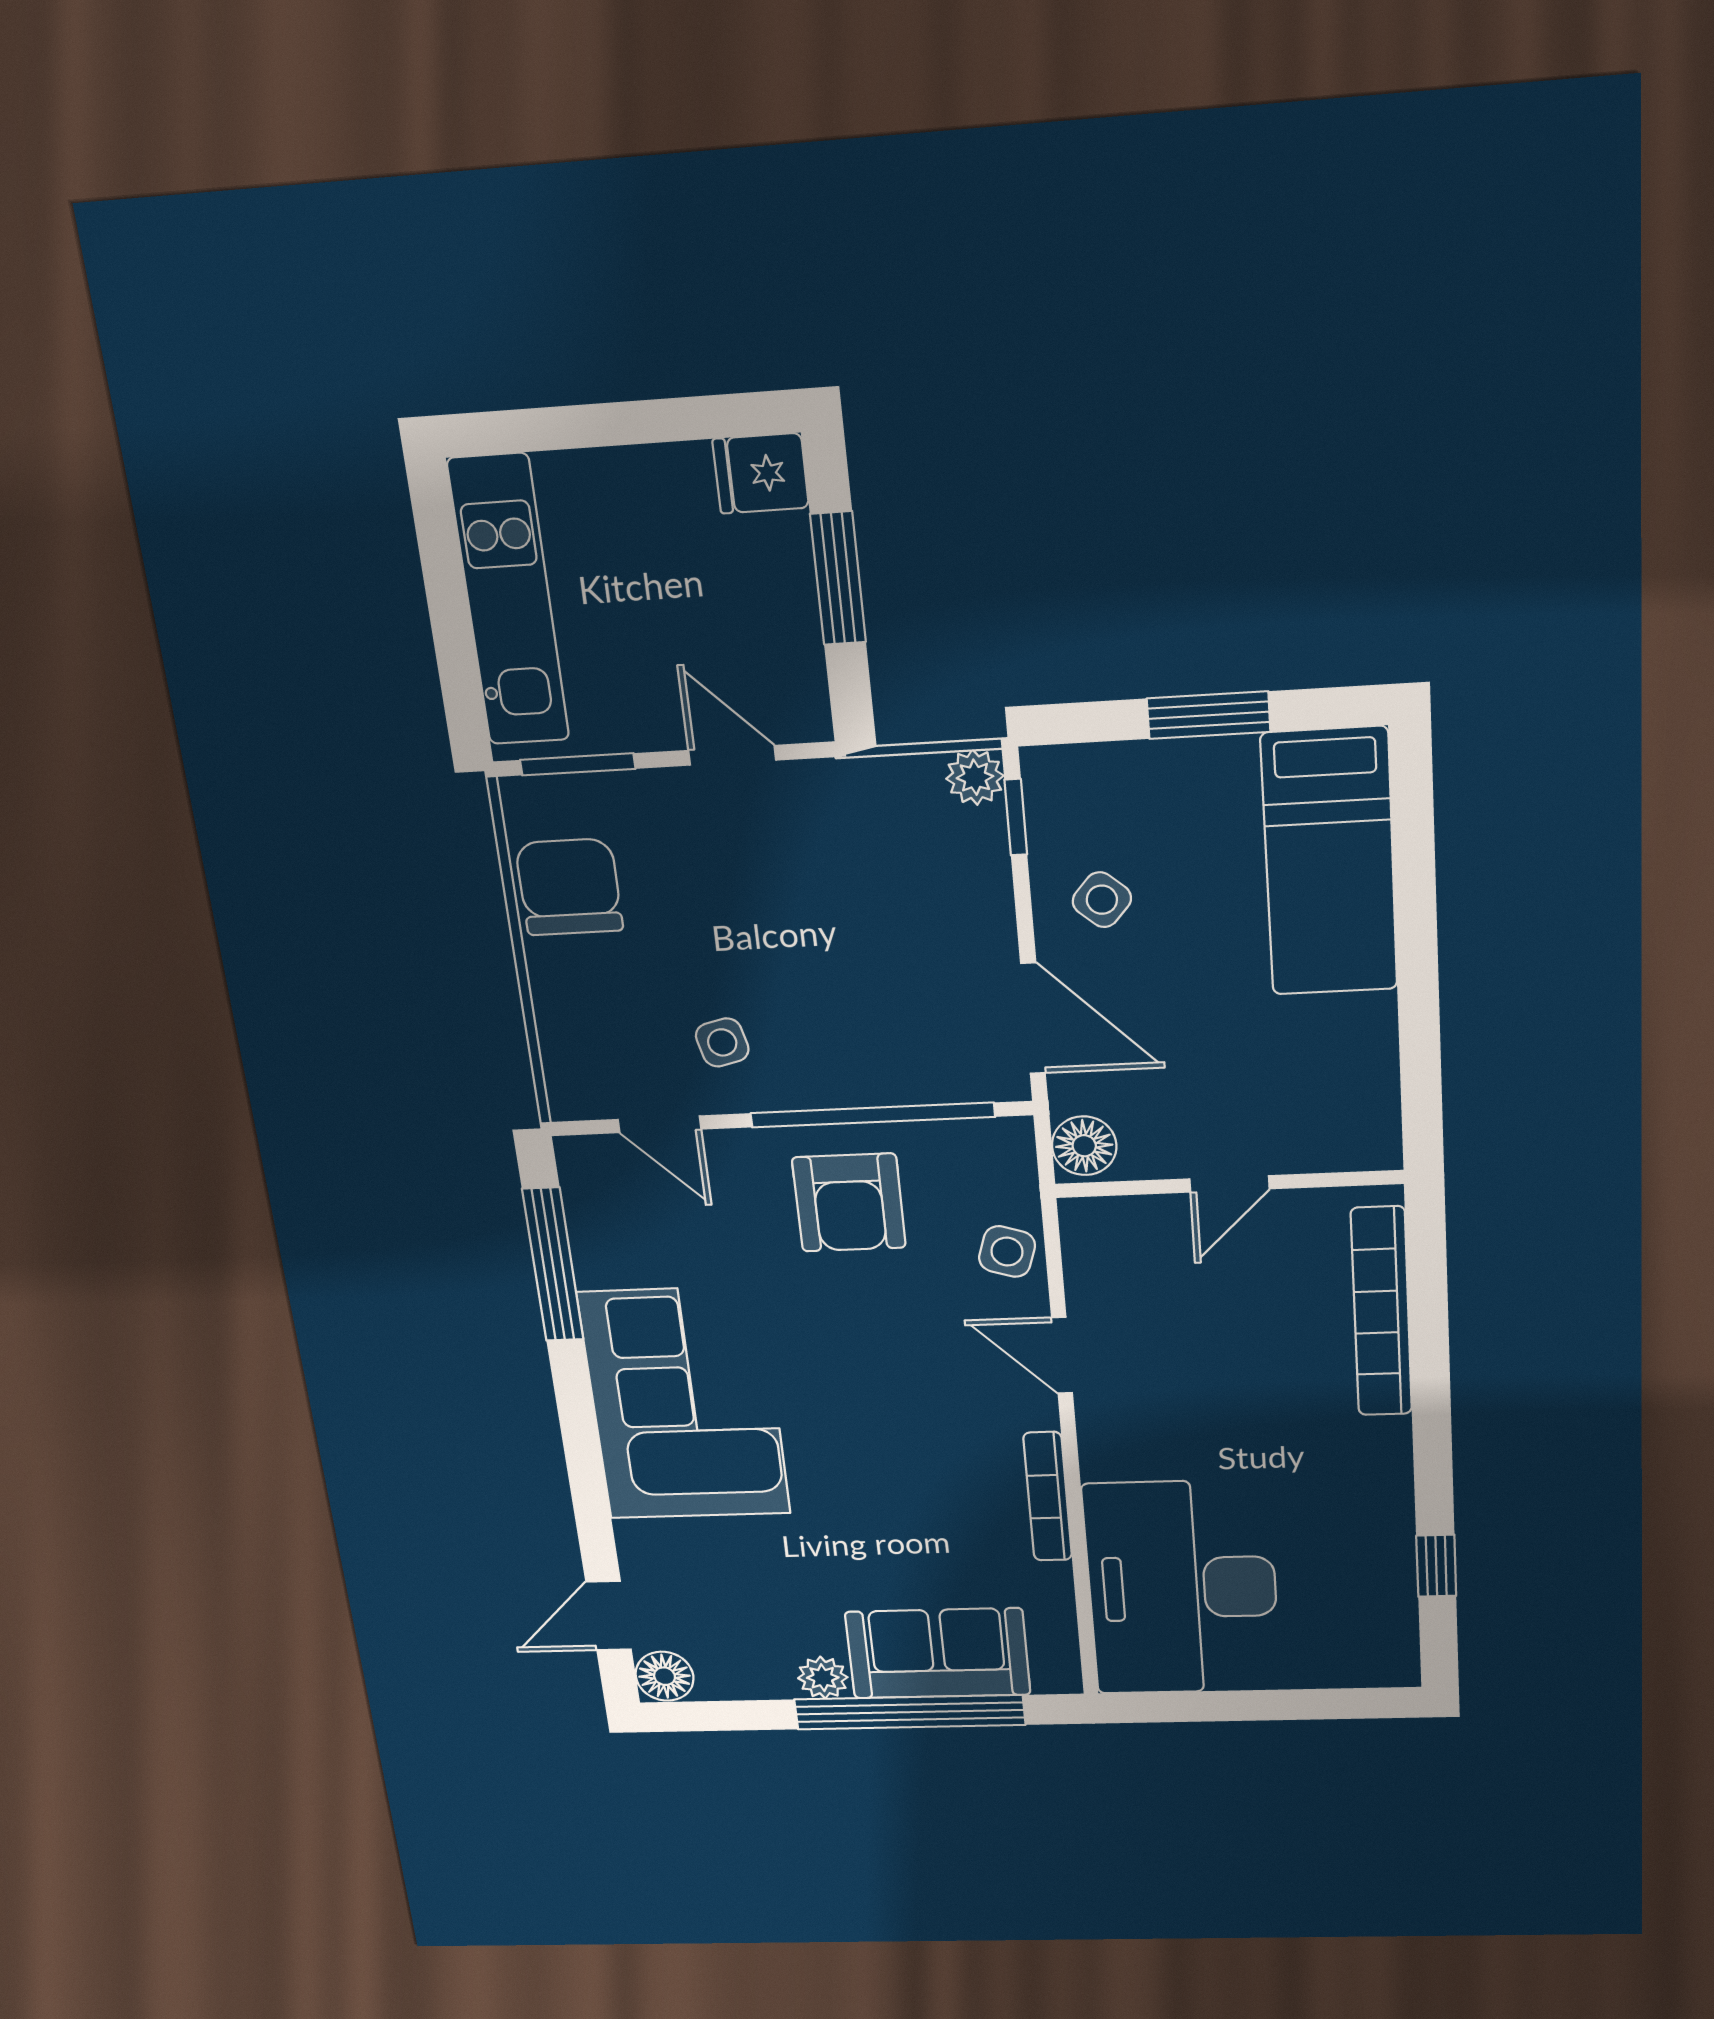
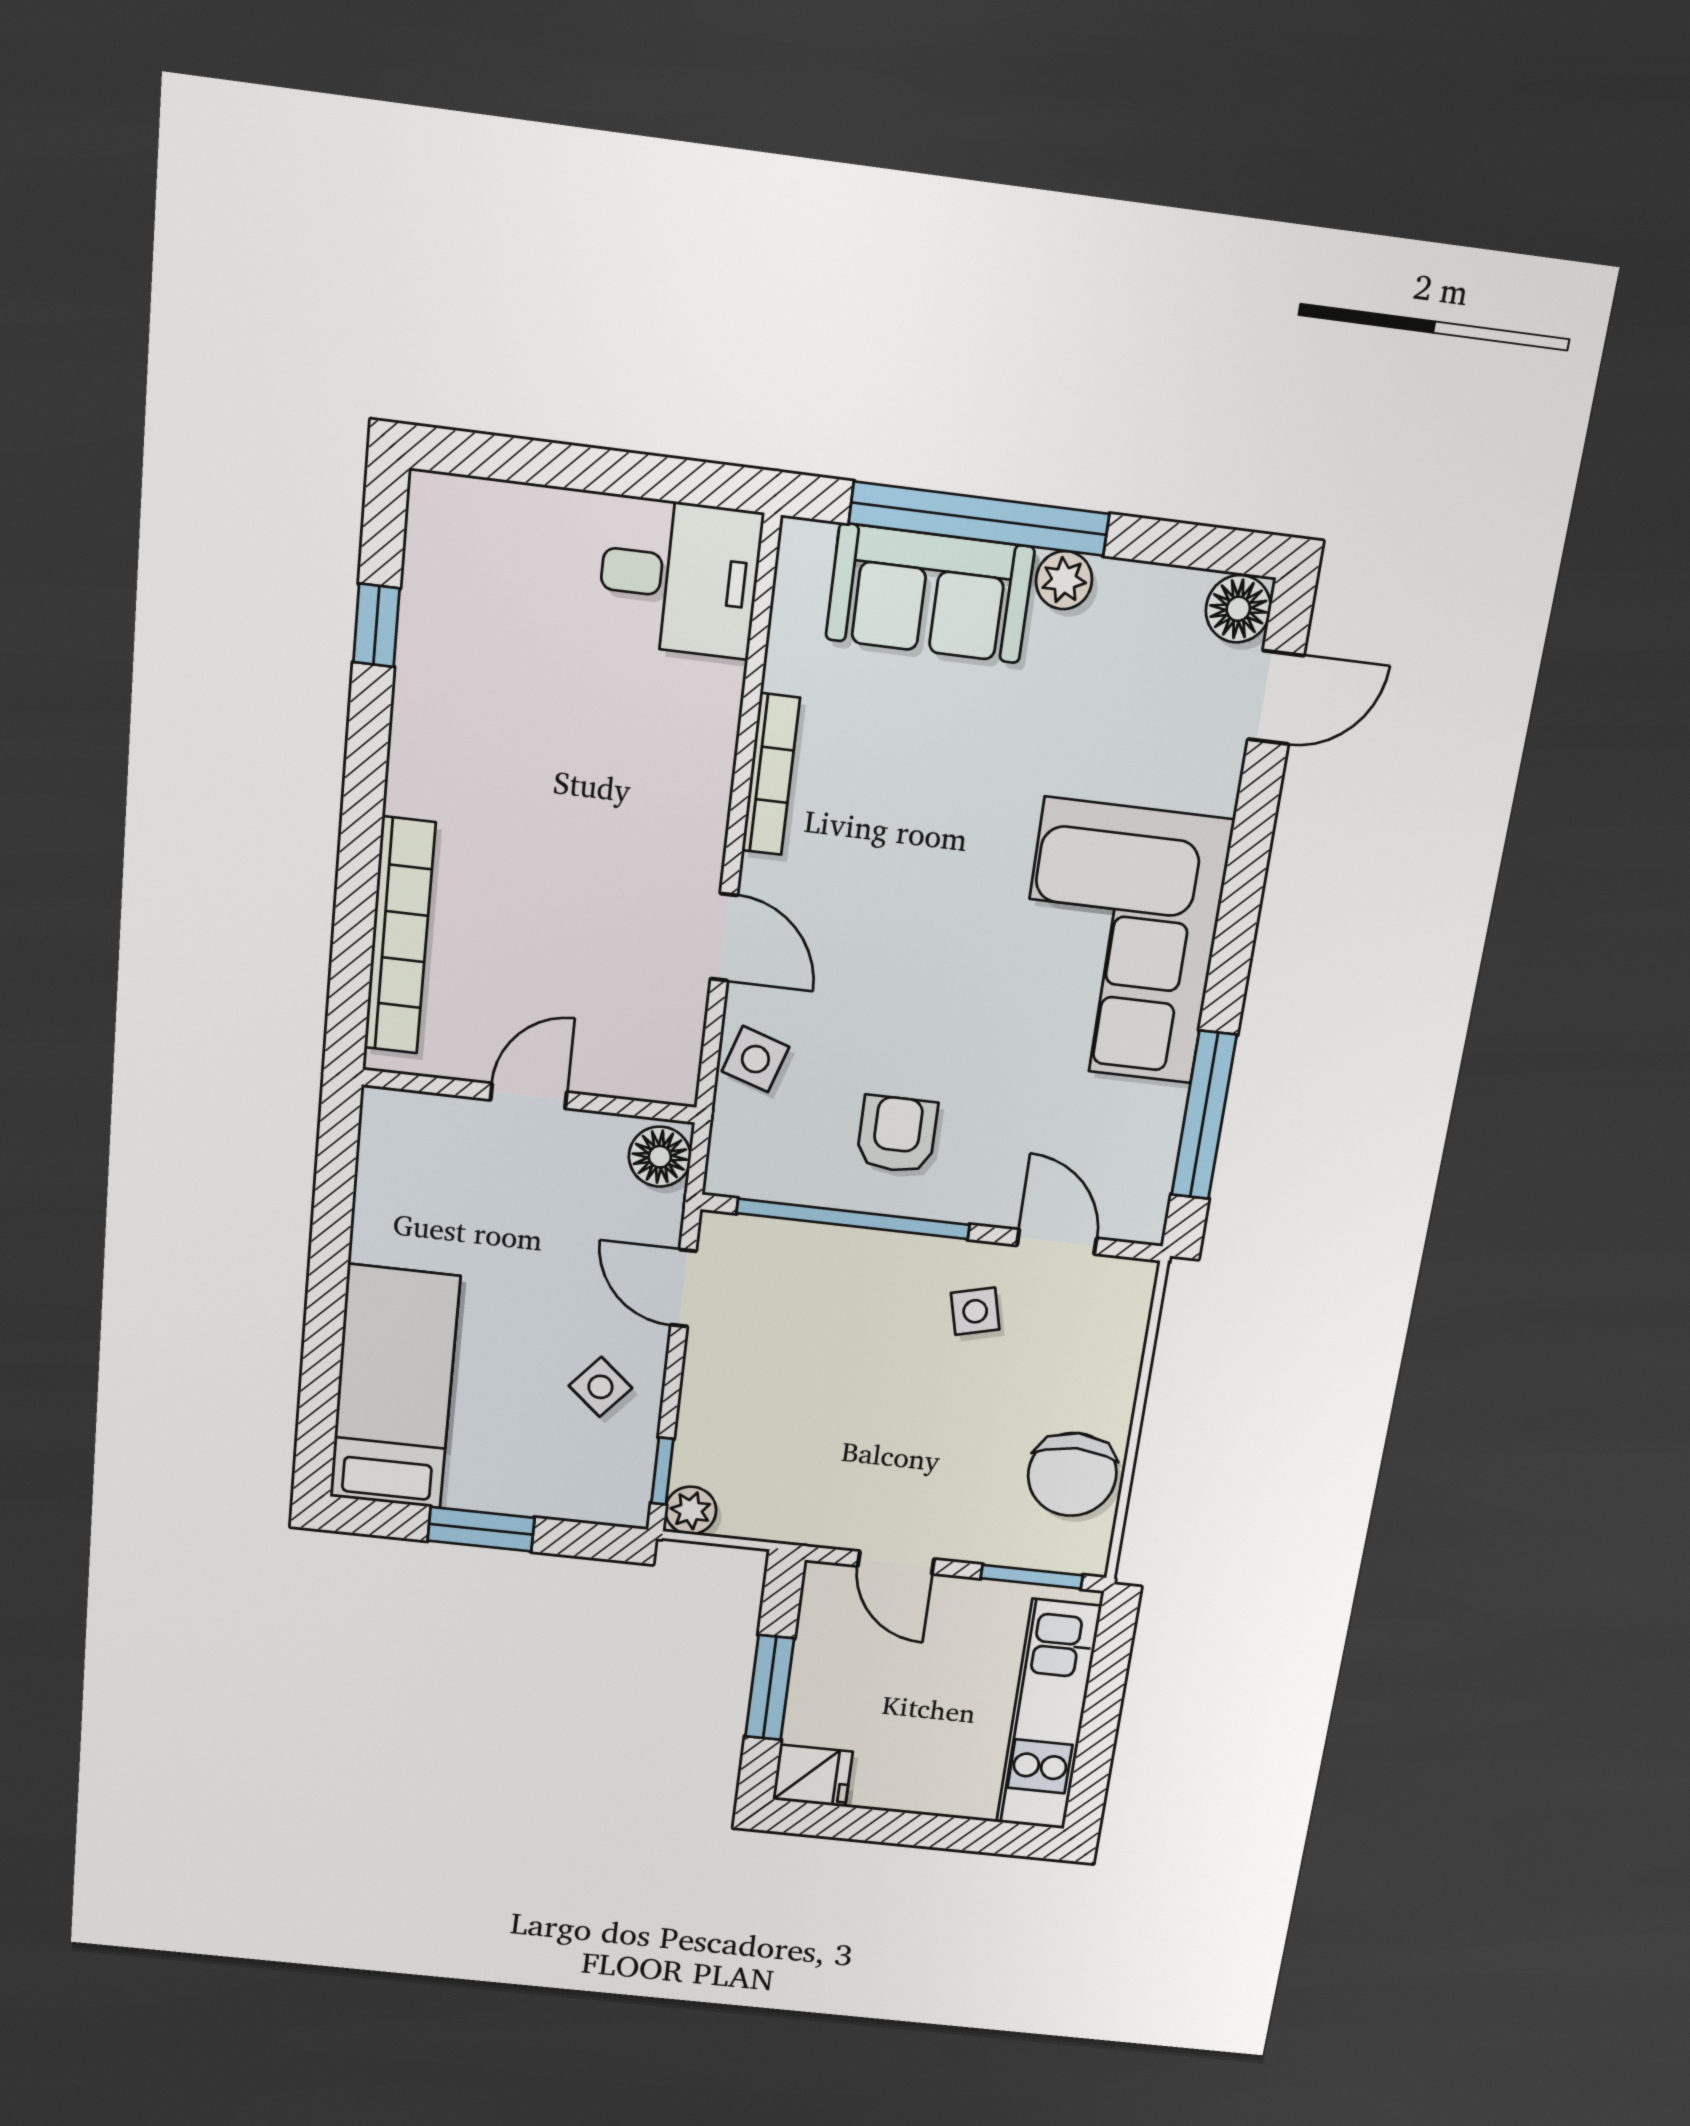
door: (1033, 1018) -> (683, 1288), width x0.73
armchair: (849, 1203) -> (897, 1134), width x0.72, depth x0.72
desk: (1182, 1588) -> (679, 577), width x0.53, depth x0.77

